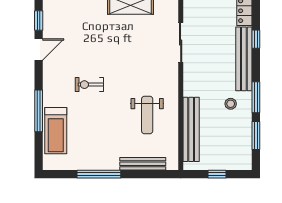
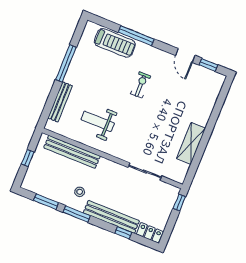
treadmill: (56, 131) -> (115, 43), turned 180

